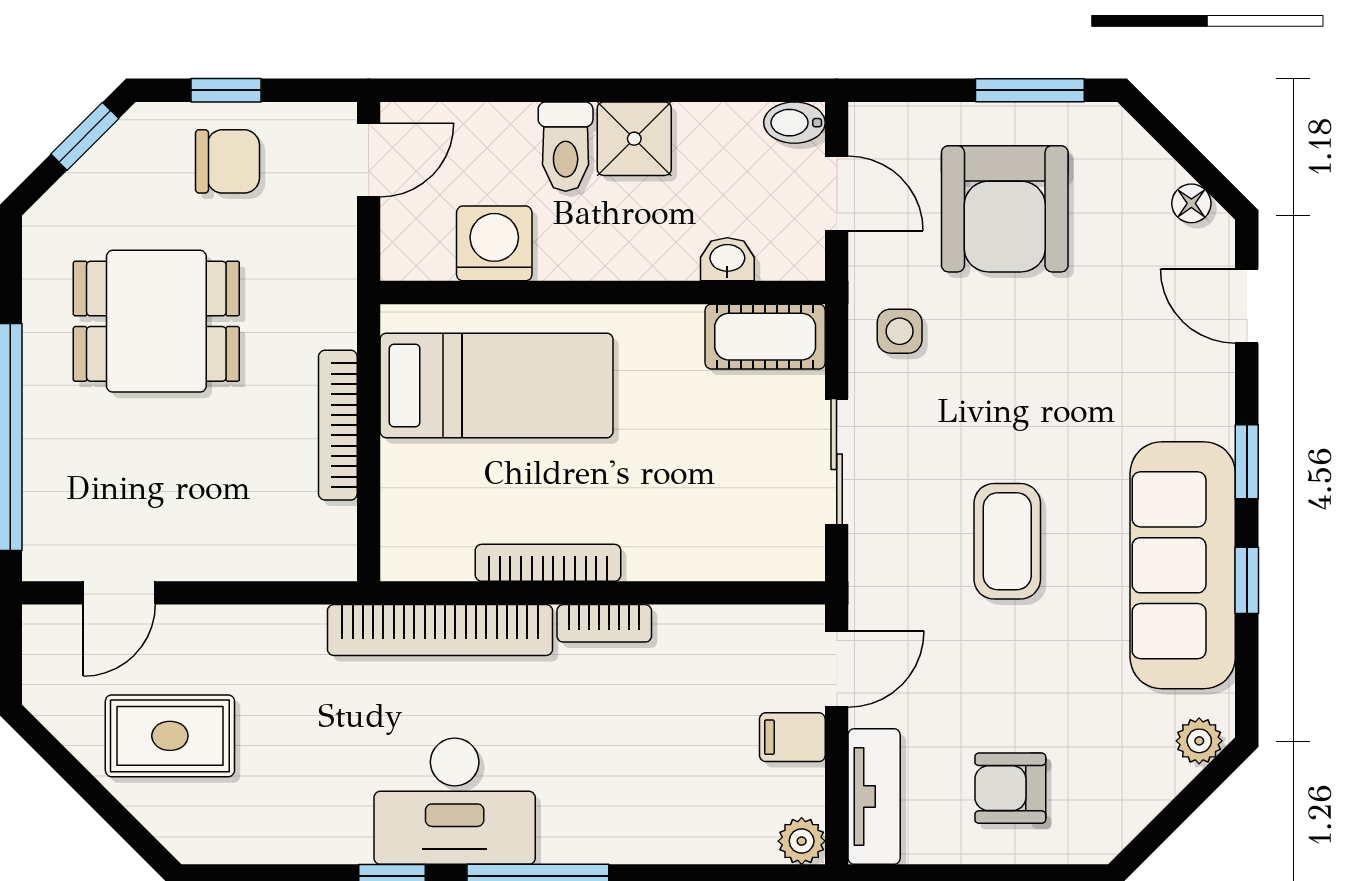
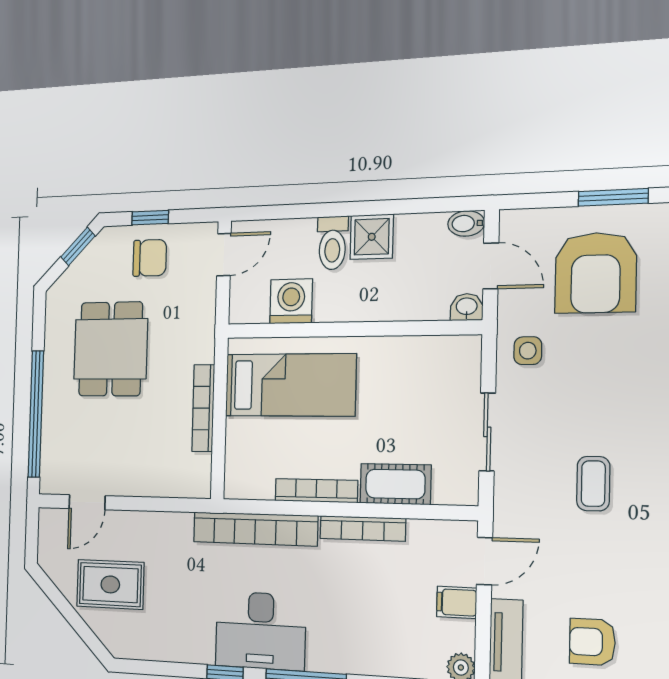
washbasin: (727, 259) -> (467, 307), moved
dining table: (156, 321) -> (111, 349), turned 90
cot: (765, 337) -> (395, 484), moved
coffee table: (1007, 541) -> (593, 484), width x0.73, depth x0.77
bookcase: (604, 623) -> (363, 529), width x1.56

